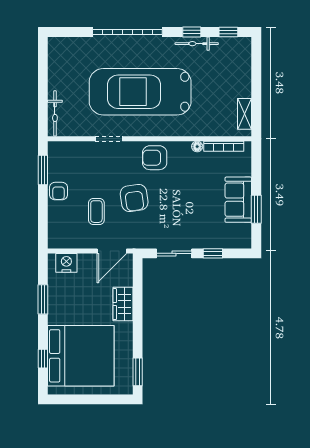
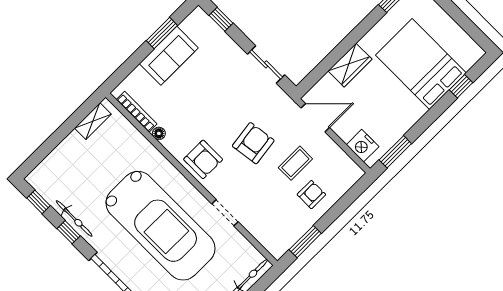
armchair: (59, 191) -> (311, 195), moved
window: (213, 253) -> (221, 19), moved
window: (43, 299) -> (395, 152), moved
bed: (81, 356) -> (421, 64), width x0.73

